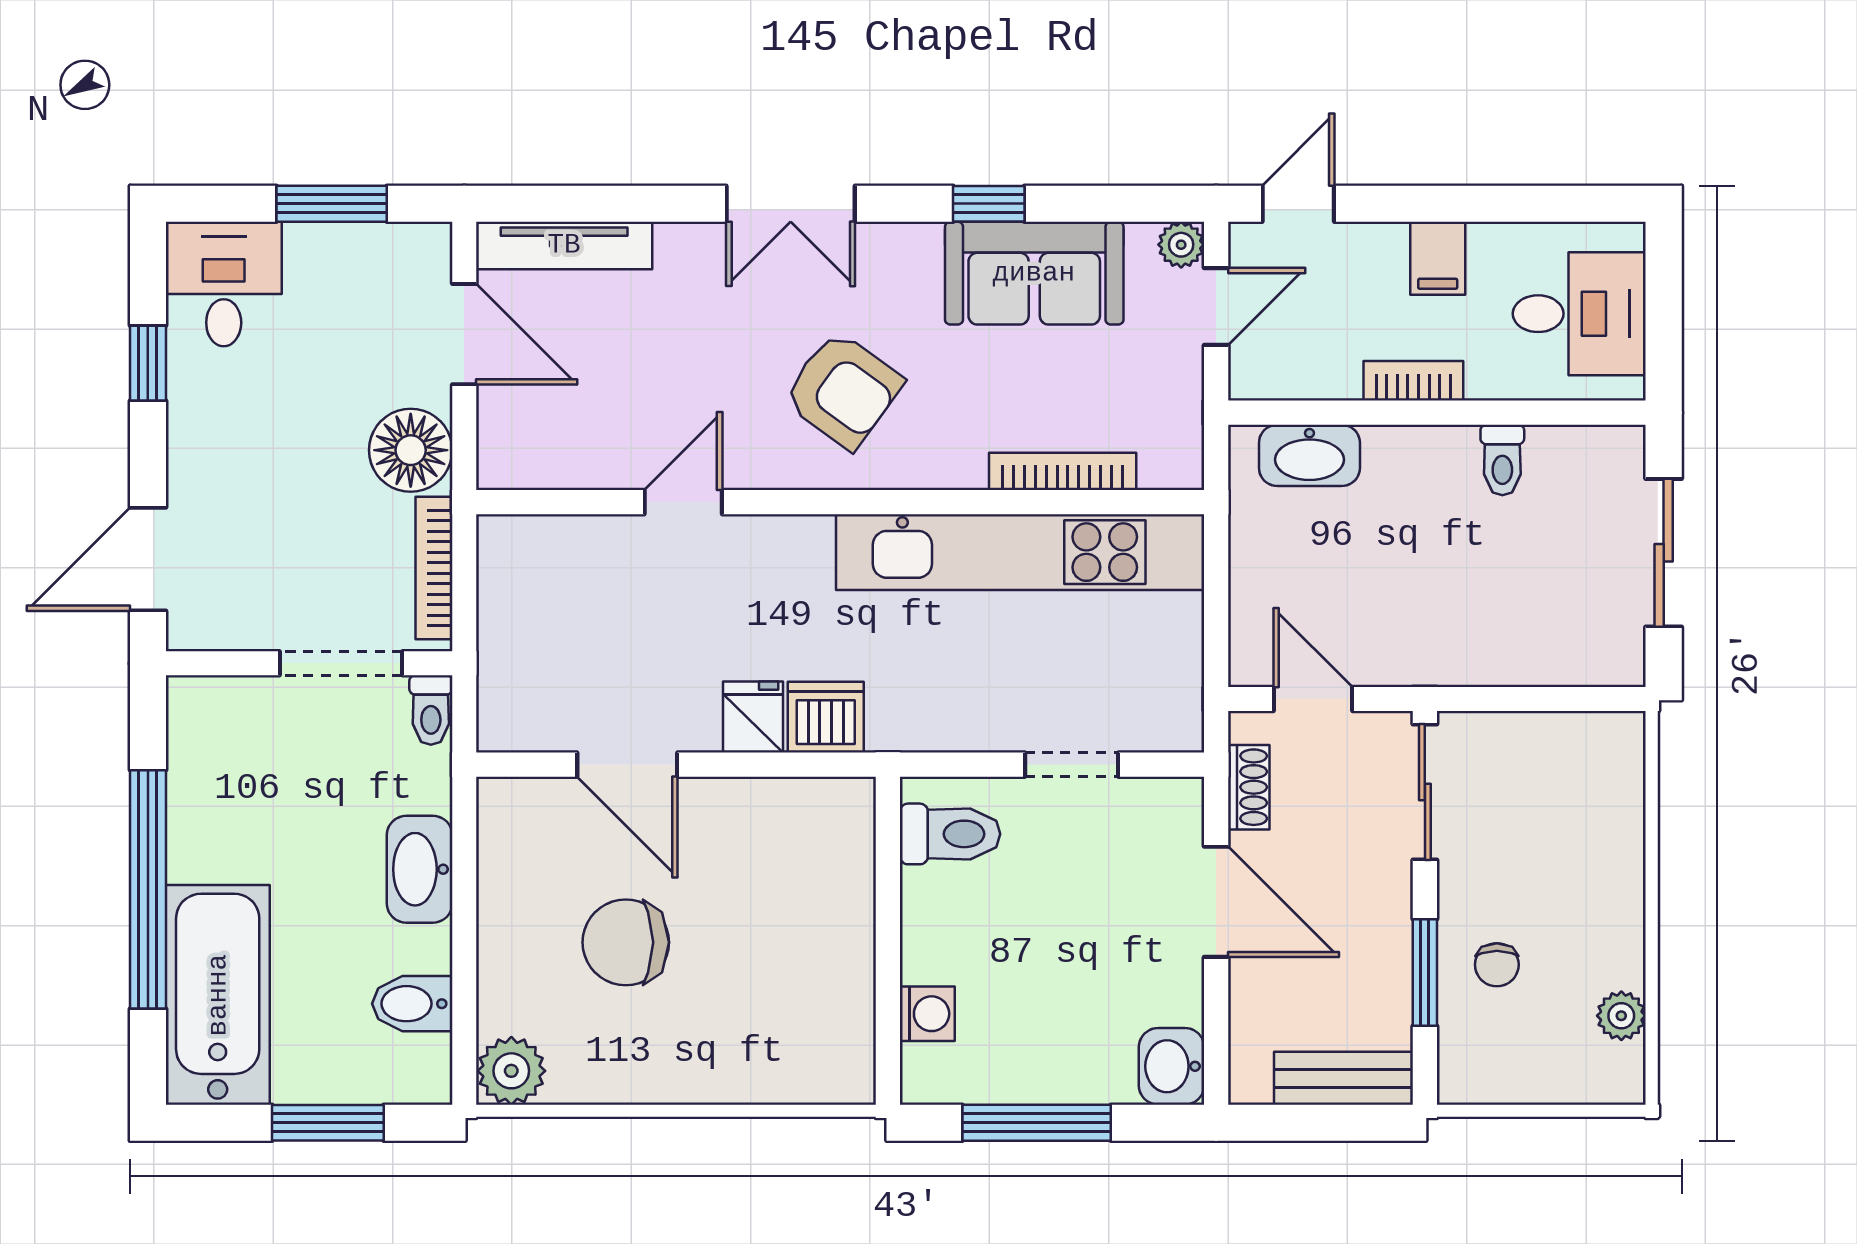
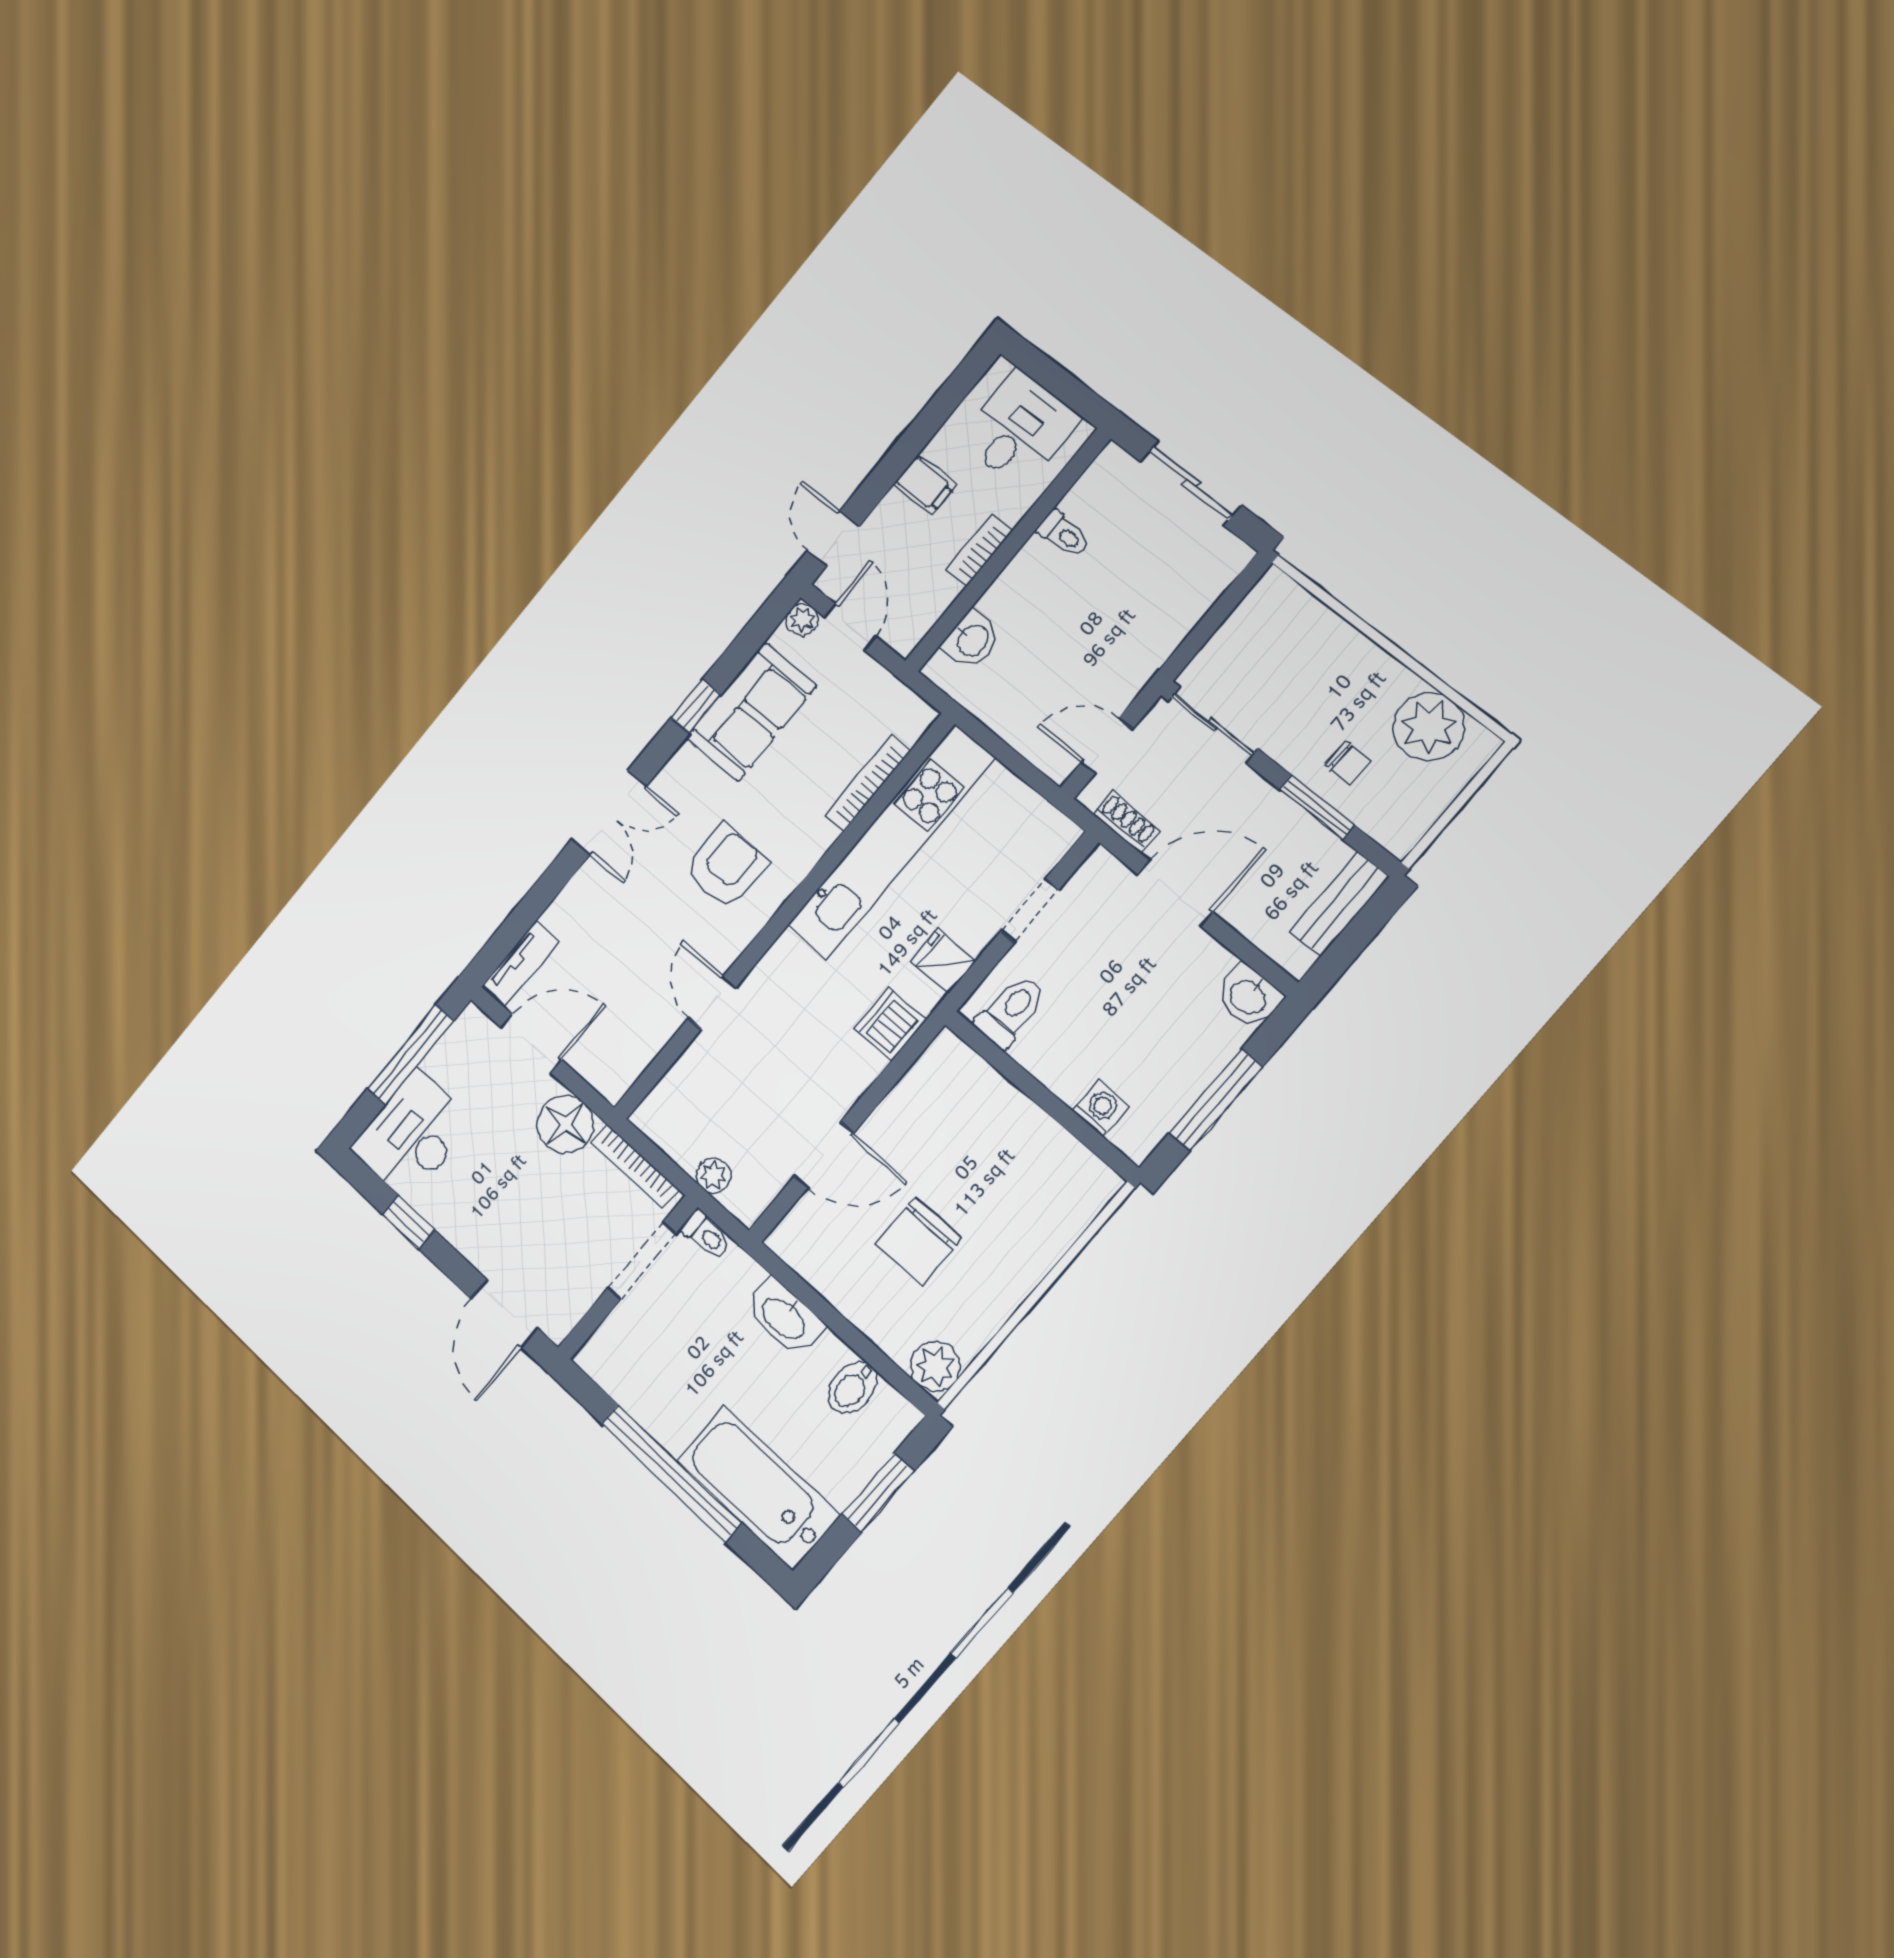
window: (332, 204) -> (411, 1055), width x1.44
tv unit: (564, 245) -> (520, 965), width x0.71
desk: (224, 284) -> (412, 1136), width x1.37
armchair: (843, 390) -> (726, 866), turned -36
washbasin: (1309, 455) -> (972, 640), width x0.72
plant: (501, 664) -> (714, 1176), added
fridge: (753, 717) -> (943, 961), moved
plant: (1621, 1016) -> (1429, 727), width x1.87, depth x1.87

